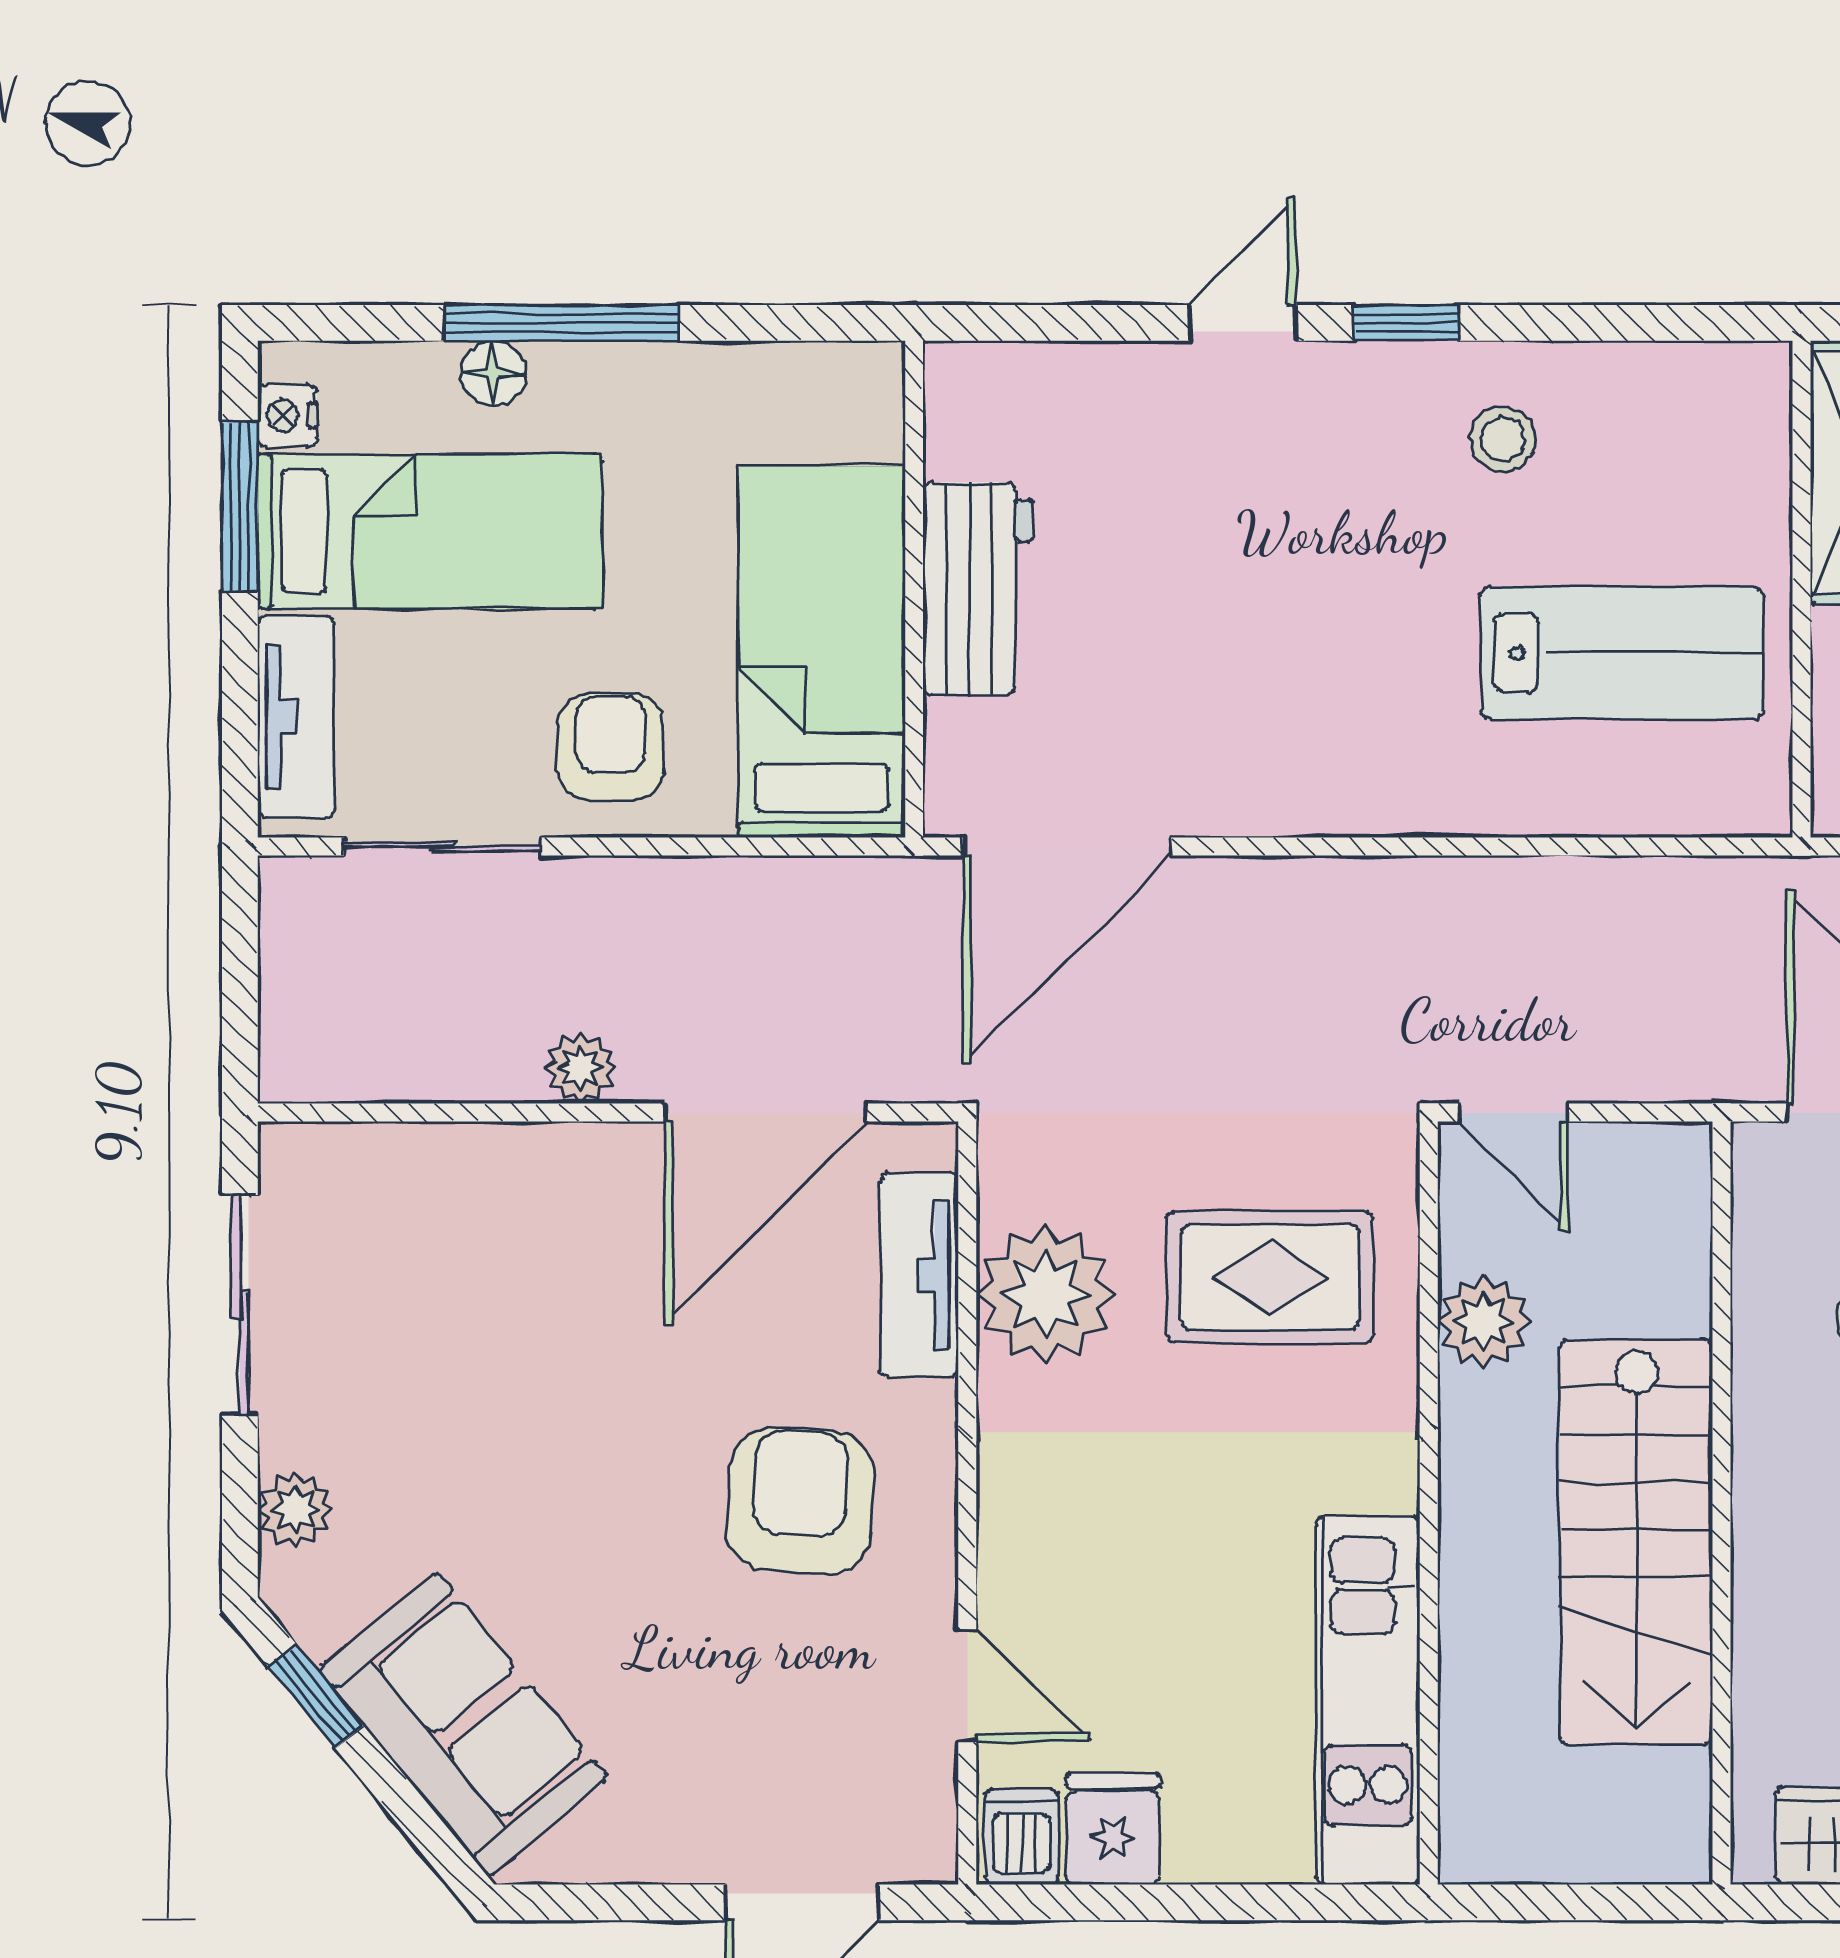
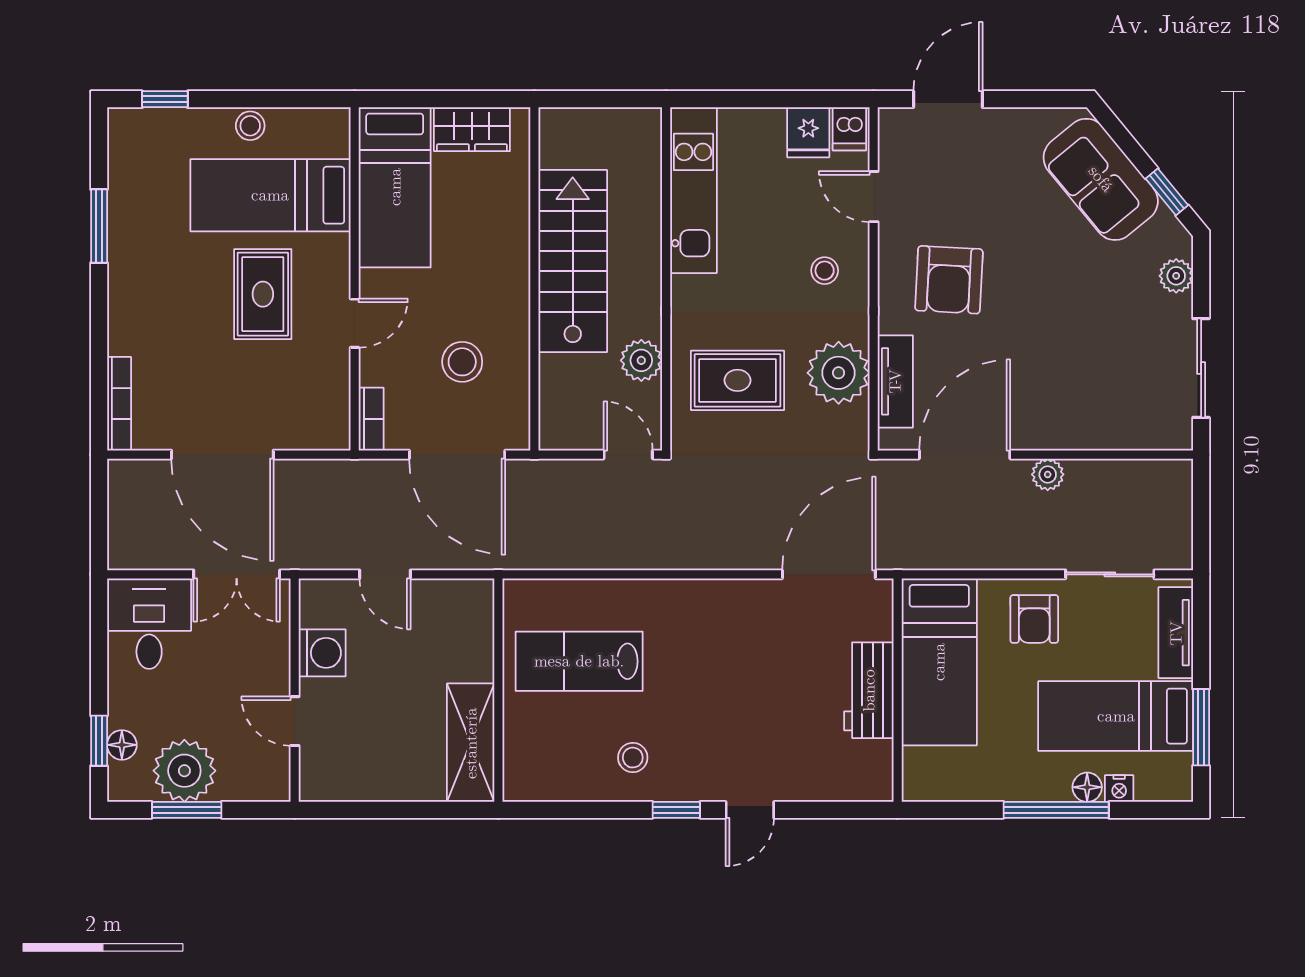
nightstand: (287, 415) -> (1119, 789), moved, turned 90
stool: (1076, 1521) -> (825, 271), added

